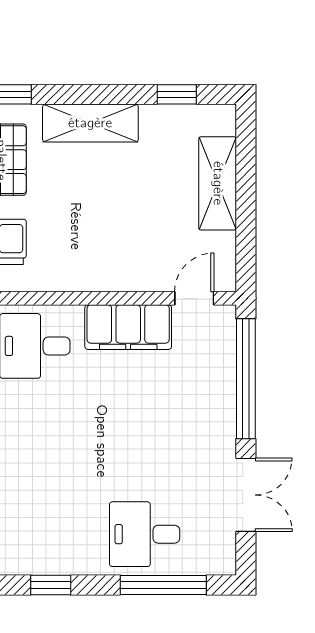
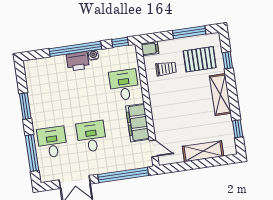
desk: (145, 440) -> (91, 136), added
window: (51, 585) -> (25, 106), width x1.50

